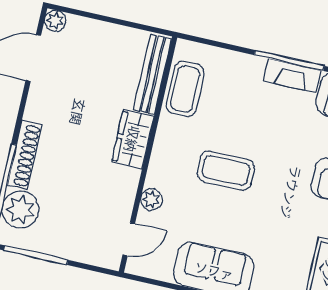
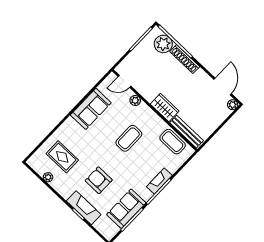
fireplace: (292, 76) -> (159, 181), moved
door: (129, 239) -> (124, 81), hinge flipped

